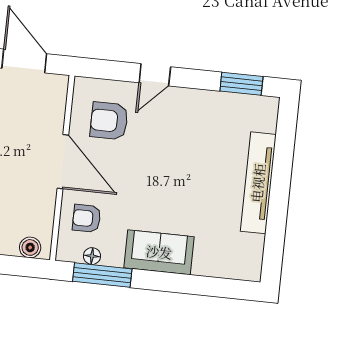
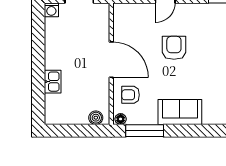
armchair: (109, 121) -> (174, 48), moved, turned 90
floor lamp: (92, 256) -> (121, 119), moved

